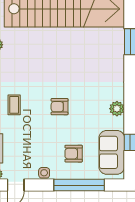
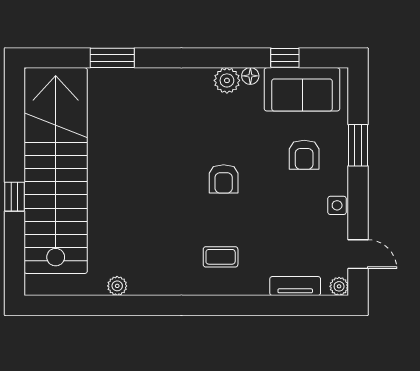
floor lamp: (120, 122) -> (250, 76), added
window: (79, 185) -> (358, 145), width x0.47

